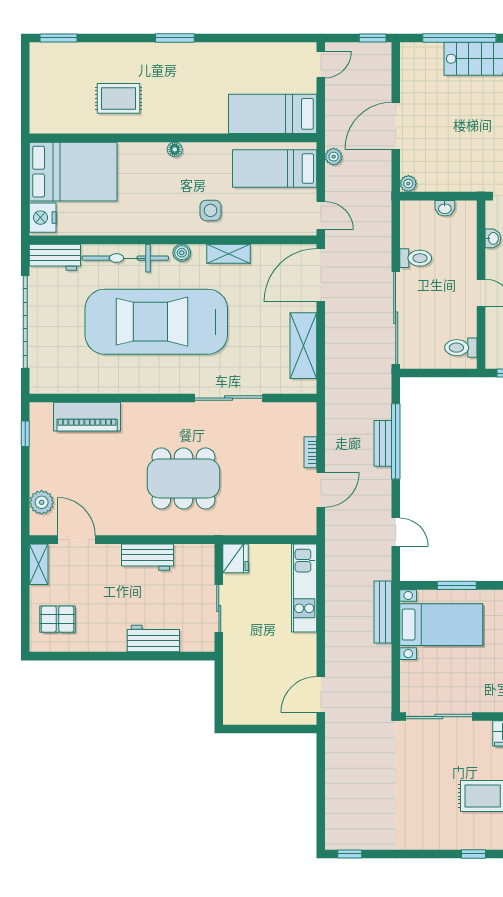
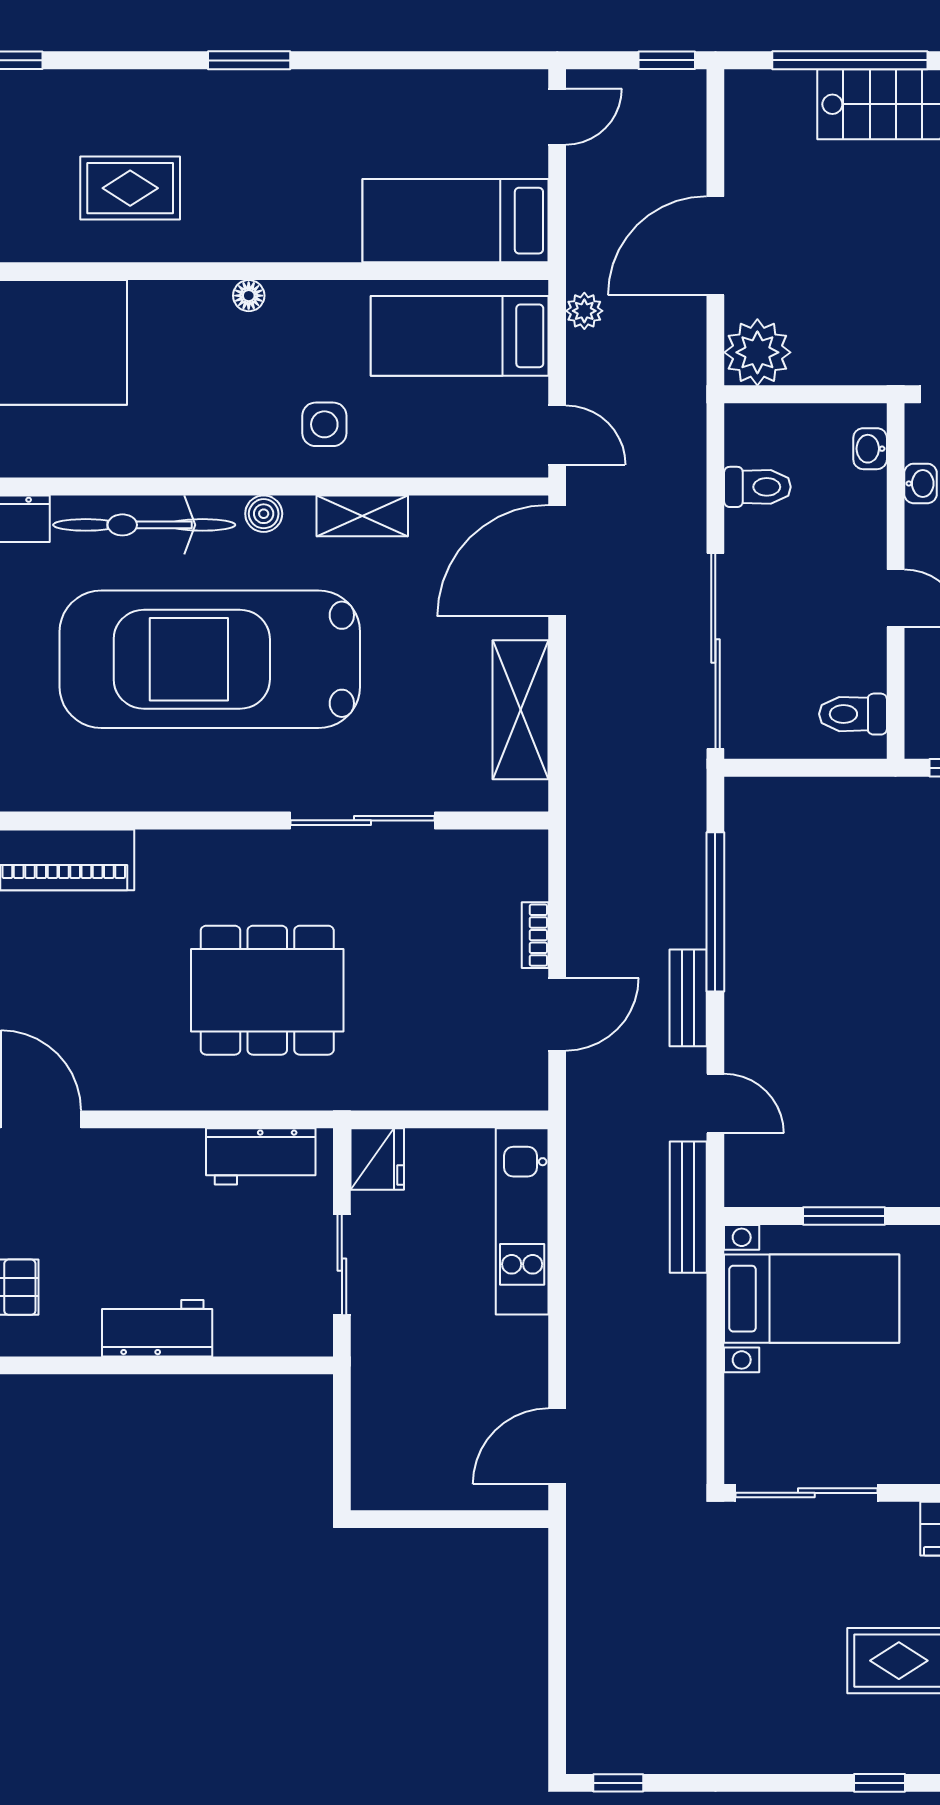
plant: (408, 184) -> (757, 352), width x1.87, depth x1.87
washbasin: (445, 208) -> (870, 449), moved, turned 90
toilet: (416, 258) -> (757, 487), moved
bench: (383, 443) -> (688, 998), moved
workbench: (148, 557) -> (261, 1156), moved
bench: (383, 612) -> (688, 1207), moved
workbench: (153, 639) -> (157, 1328), moved

